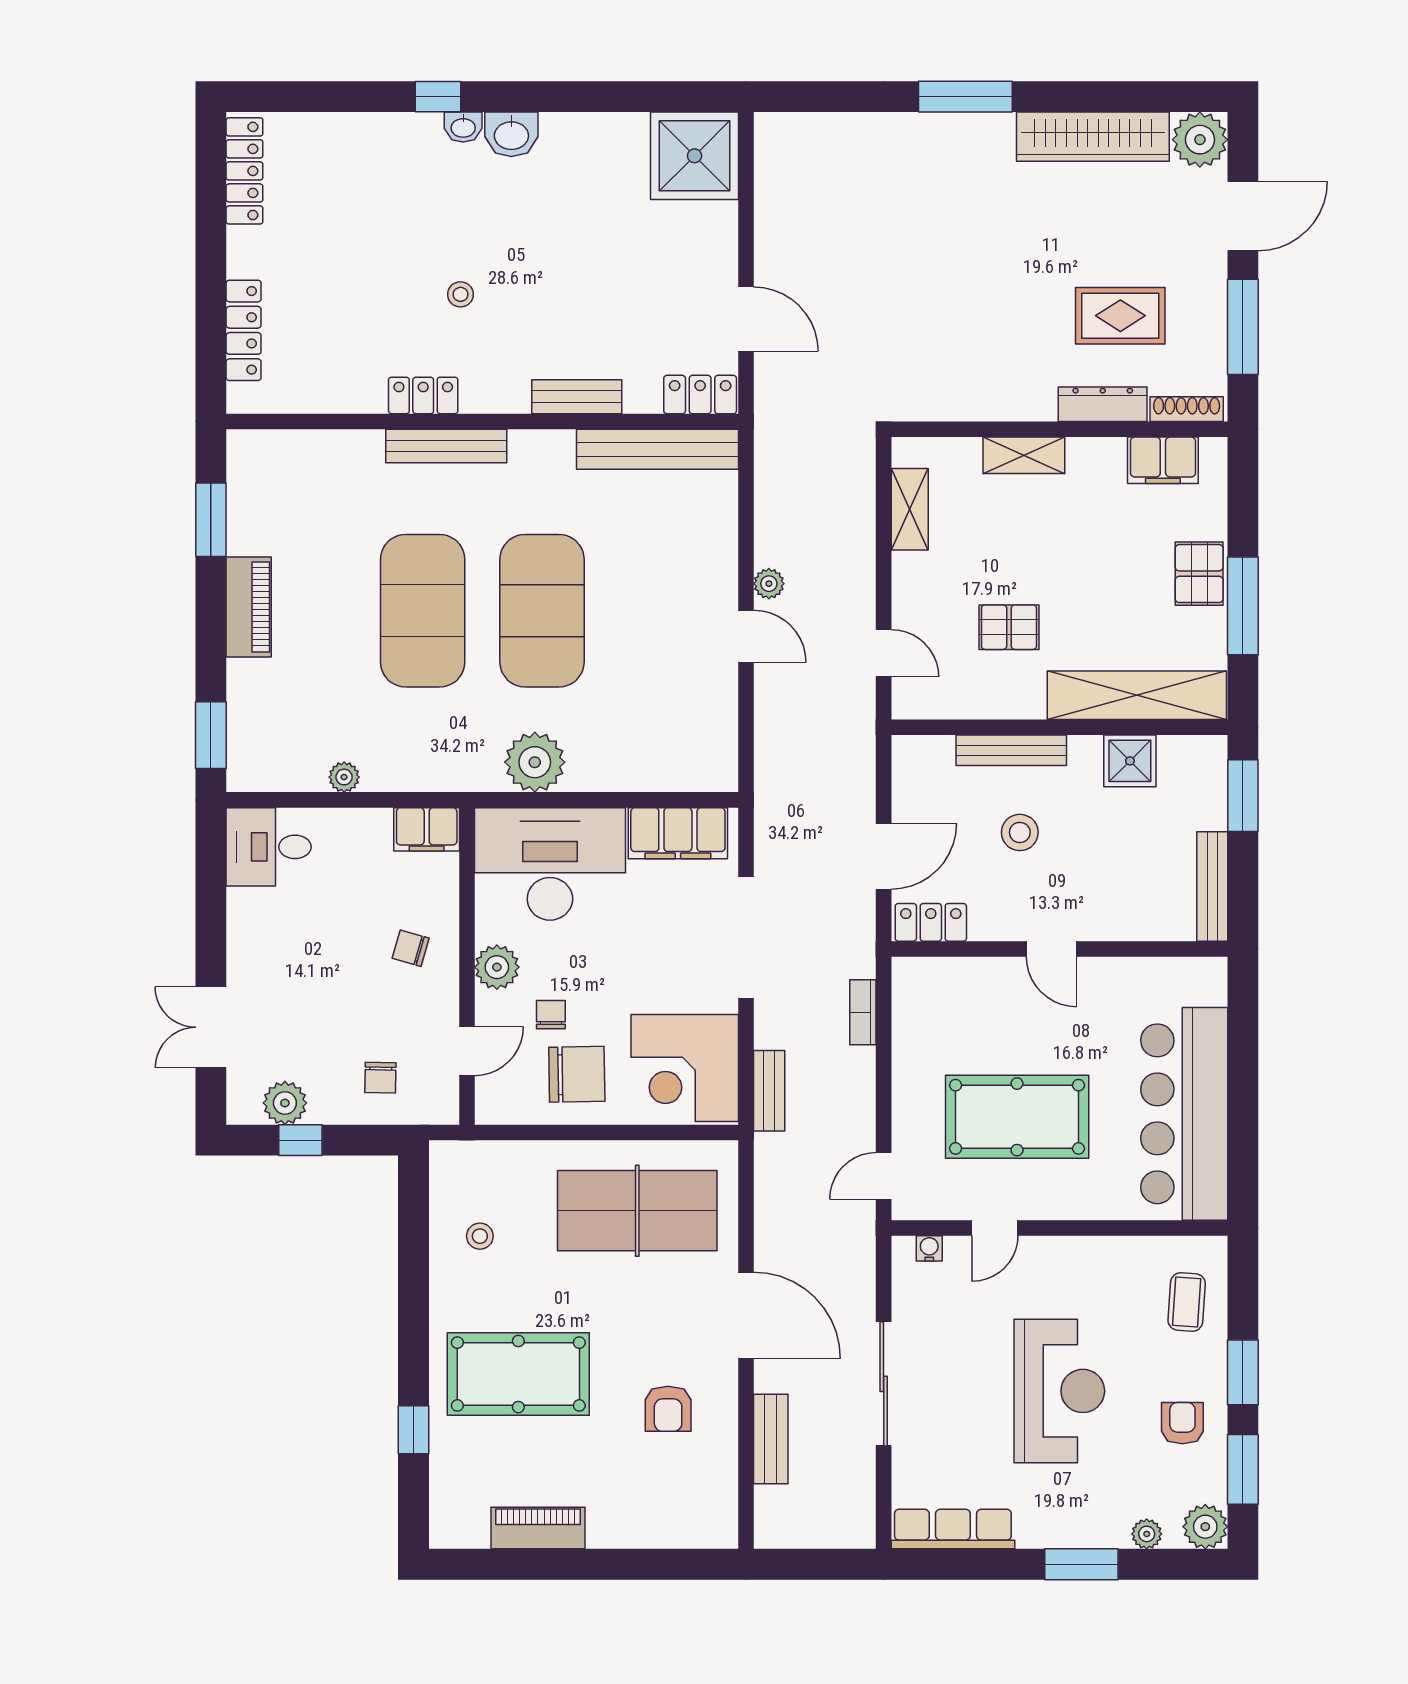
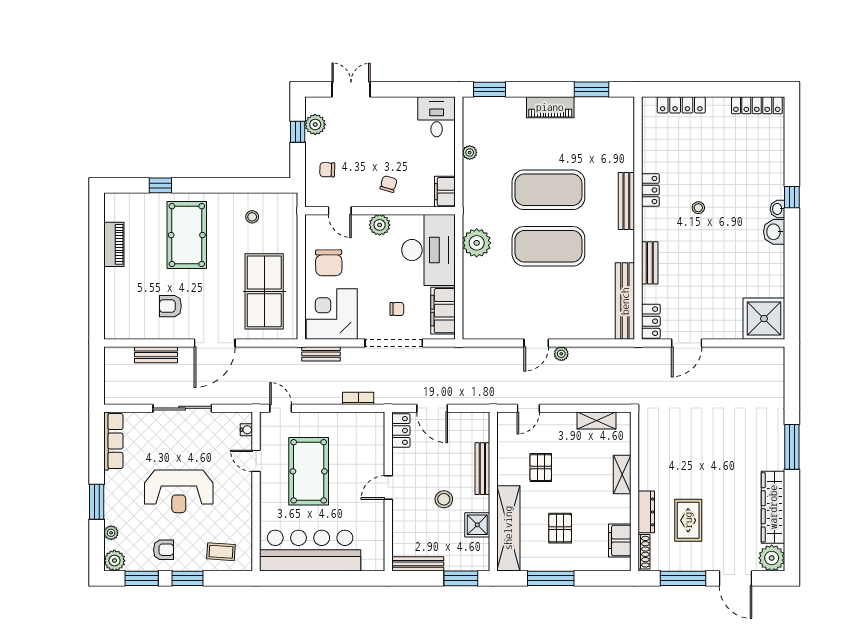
pallet: (1199, 574) -> (560, 528), moved, turned 90
stool: (1020, 832) -> (444, 499), moved
chair: (551, 1015) -> (397, 309), moved

